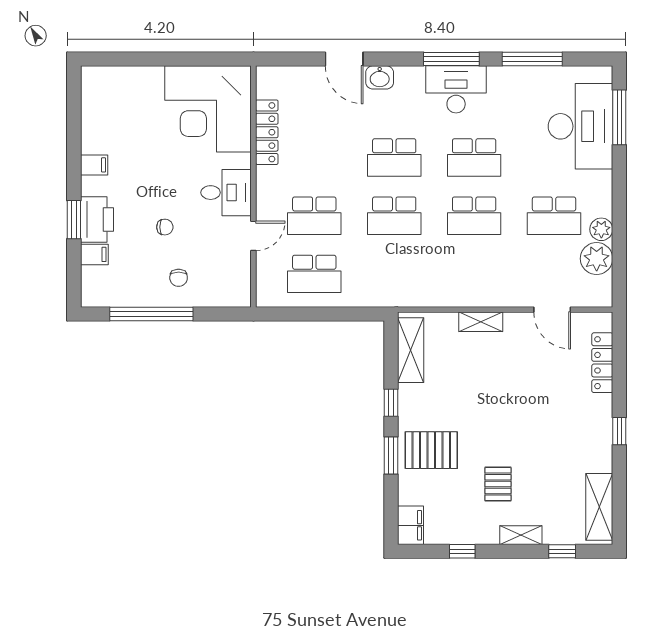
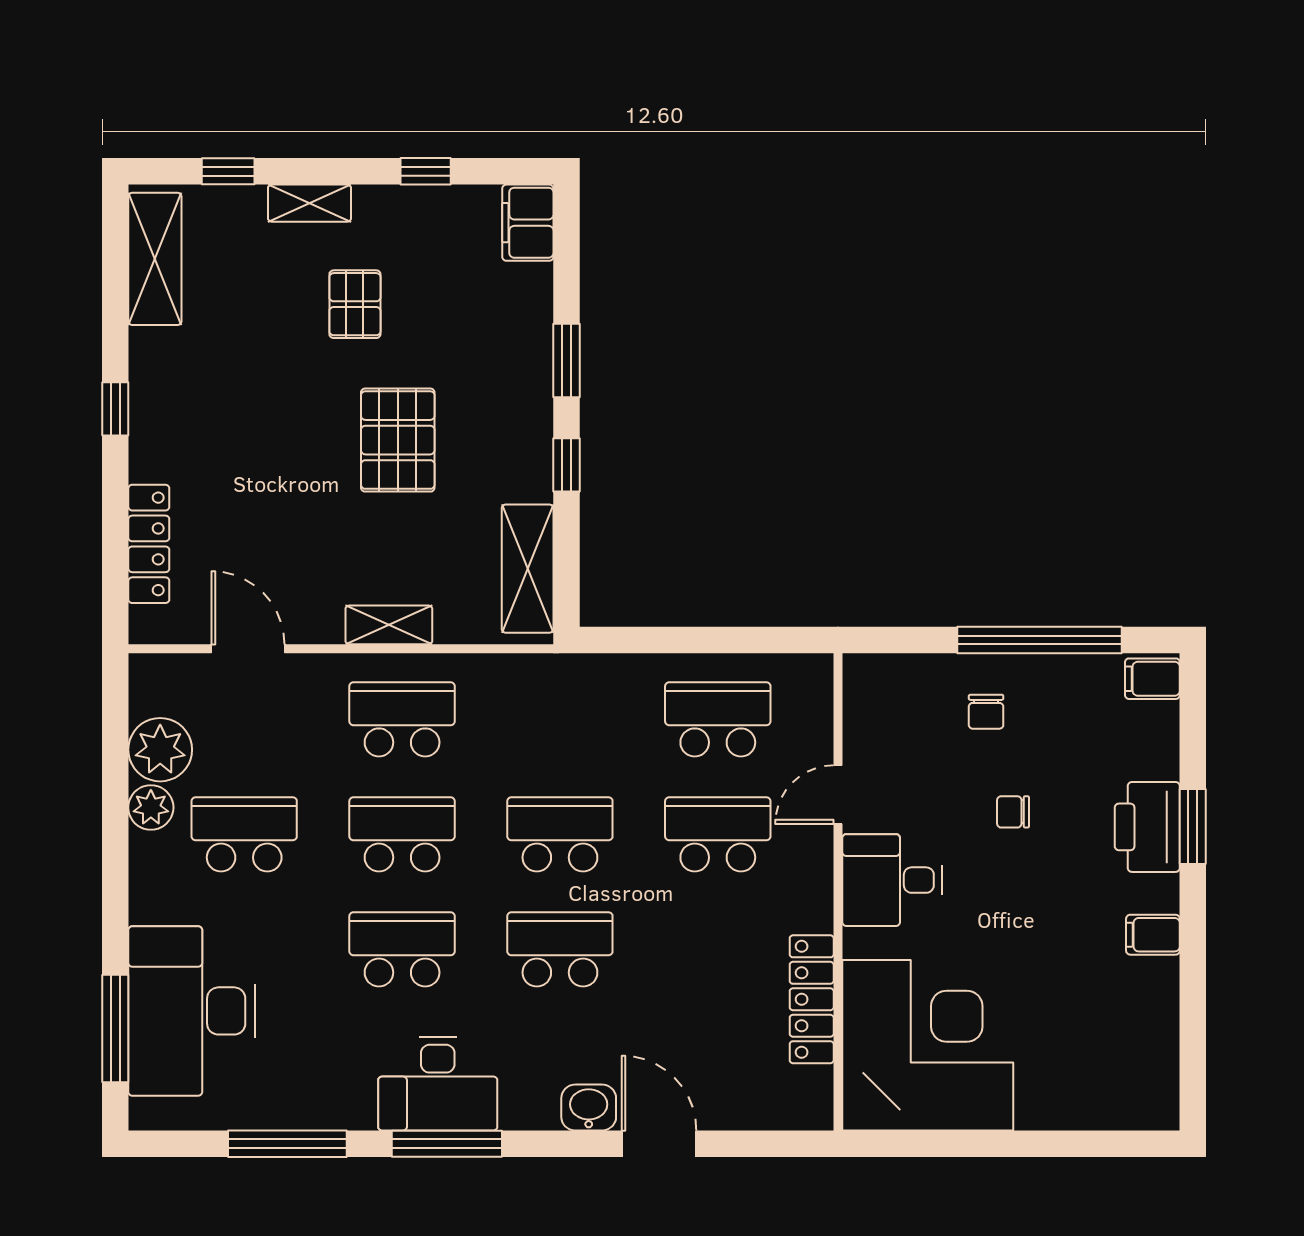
filing cabinet: (94, 254) -> (1152, 679), moved
school desk: (474, 274) -> (402, 719), added
chair: (179, 278) -> (986, 712), turned 180
pallet: (431, 450) -> (398, 440), moved, turned 90

